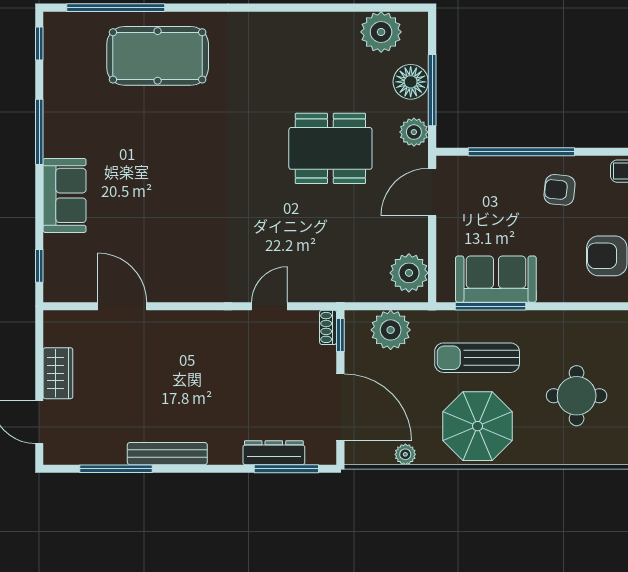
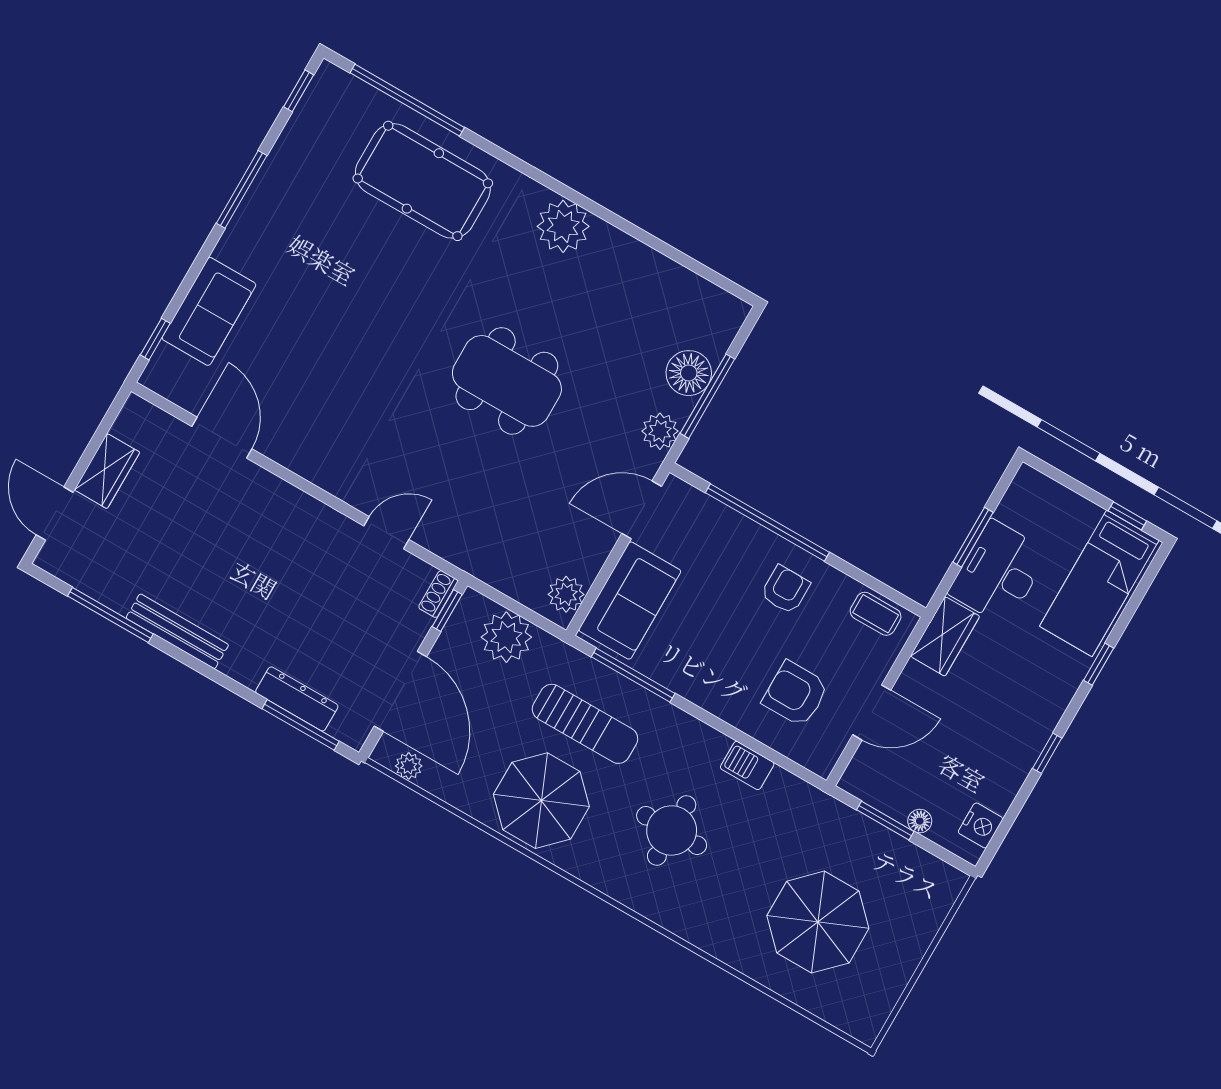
plant: (381, 32) -> (563, 226), moved
dining table: (330, 148) -> (507, 381), moved
armchair: (560, 190) -> (785, 590), turned 84
sofa: (65, 195) -> (209, 311), moved
plant: (409, 273) -> (566, 594), width x0.73, depth x0.73
sofa: (496, 279) -> (630, 601), moved, turned 90
barbecue: (602, 323) -> (747, 766), added
sun lounger: (477, 358) -> (585, 724), turned 180
plant: (405, 454) -> (409, 766), moved

